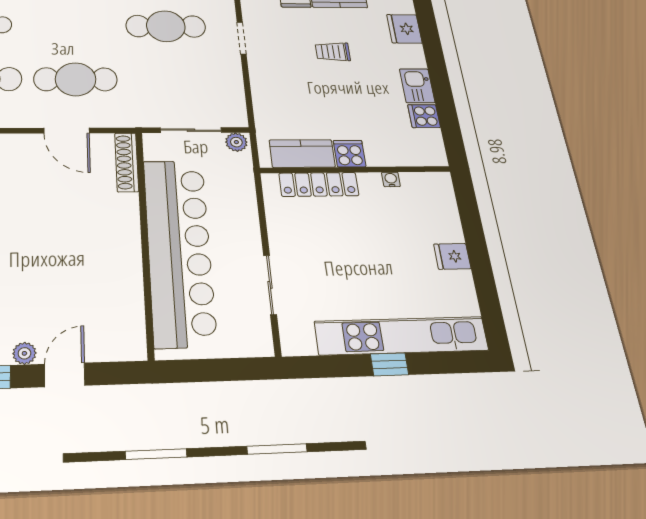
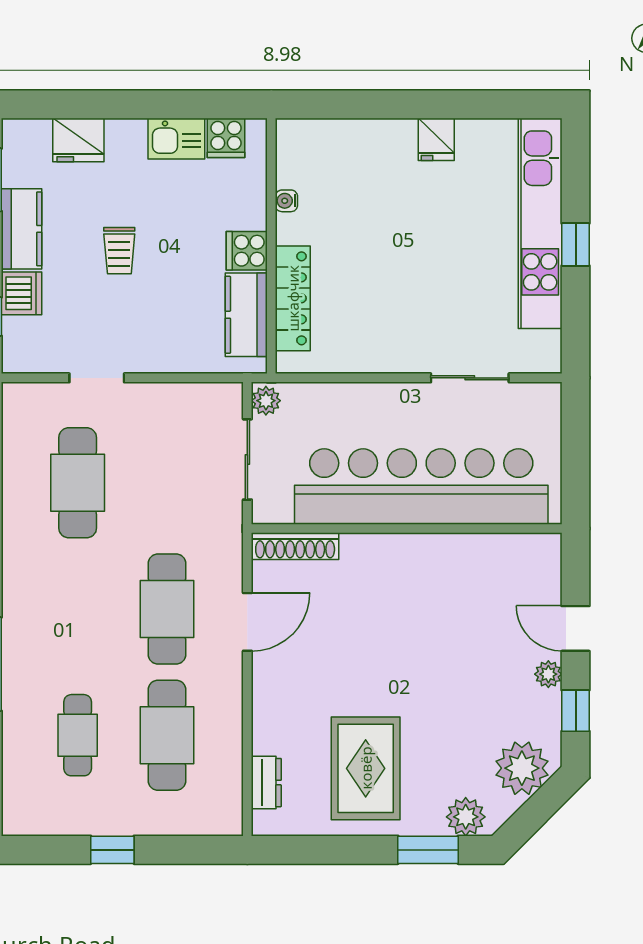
kitchen counter: (302, 154) -> (246, 315), moved
cooker: (350, 154) -> (247, 251), moved
wall: (356, 170) -> (271, 246), moved
water cooler: (391, 179) -> (286, 201), moved
locker: (319, 184) -> (293, 298), moved

